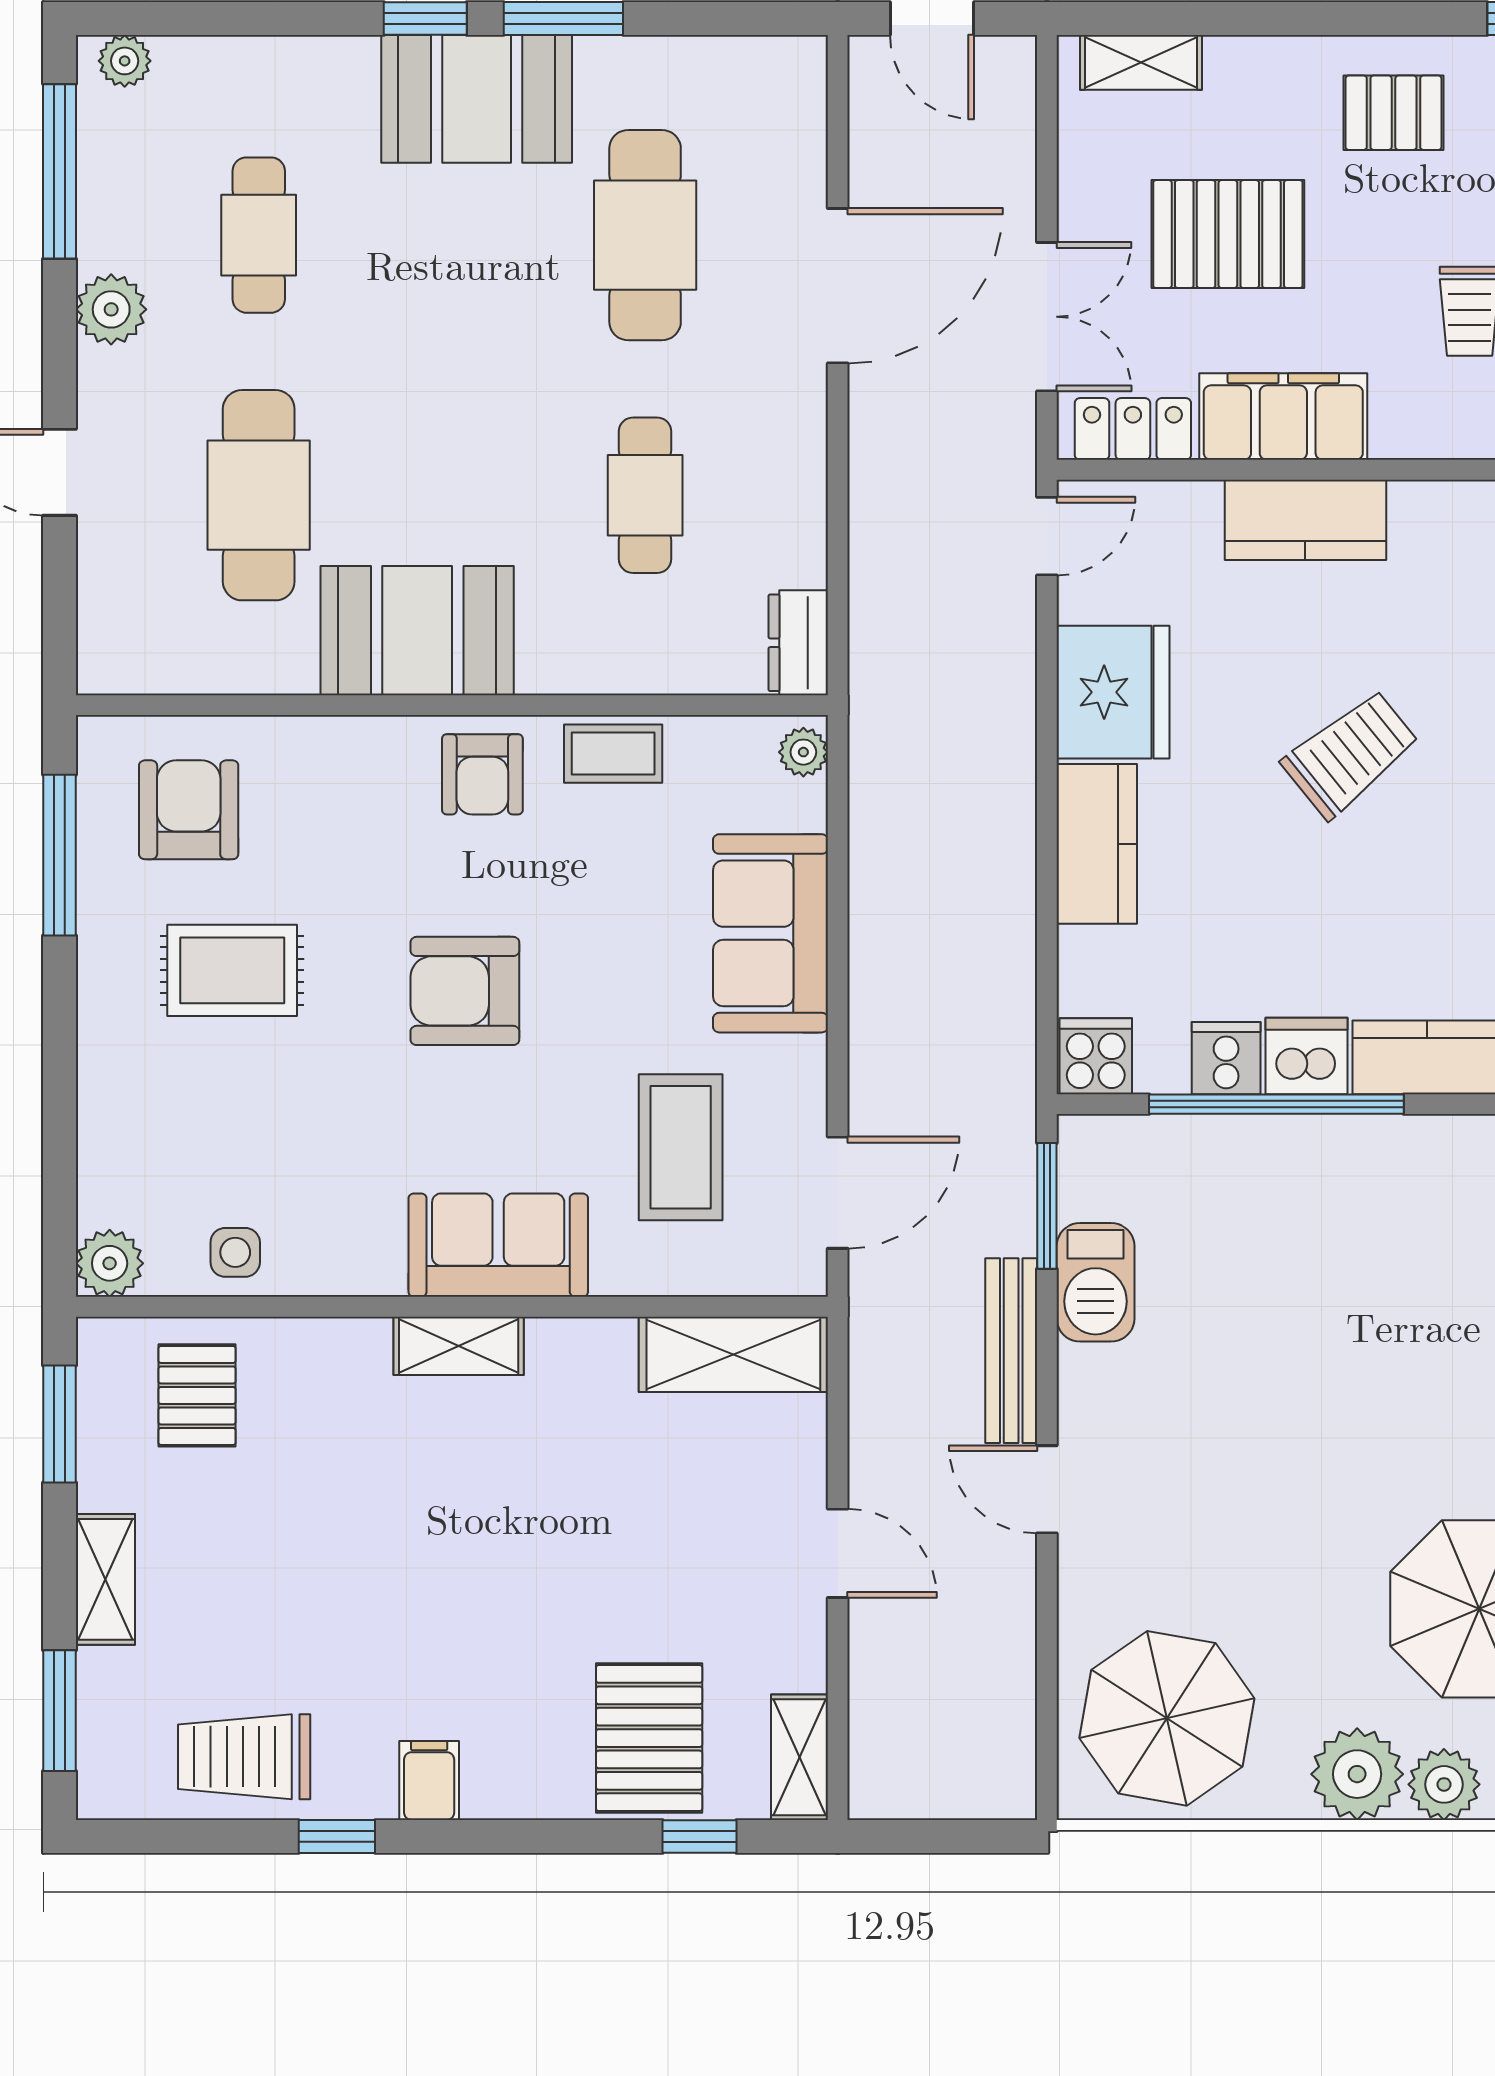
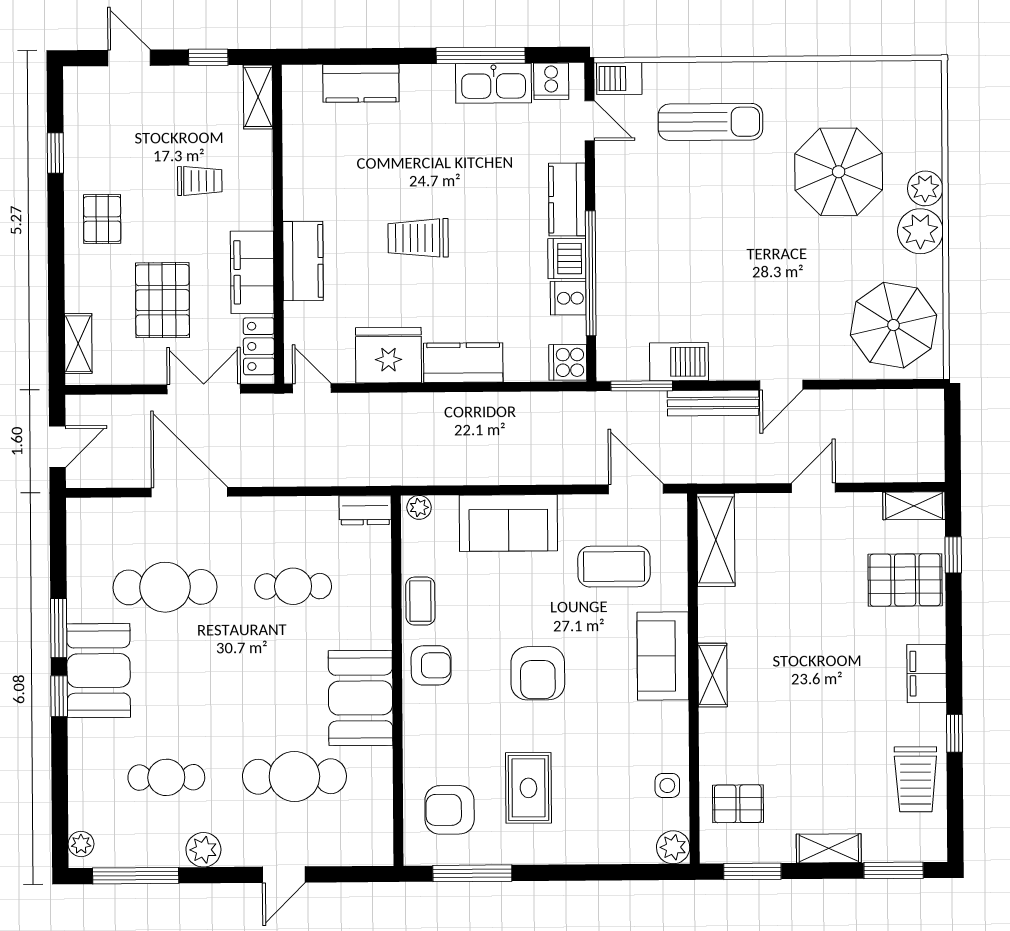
trolley: (1351, 754) -> (418, 238), turned -51
filing cabinet: (429, 1781) -> (927, 674), width x2.00

